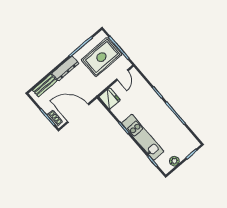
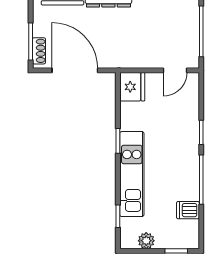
rug: (101, 57) -> (168, 24), removed
dishwasher: (181, 132) -> (188, 210), added

